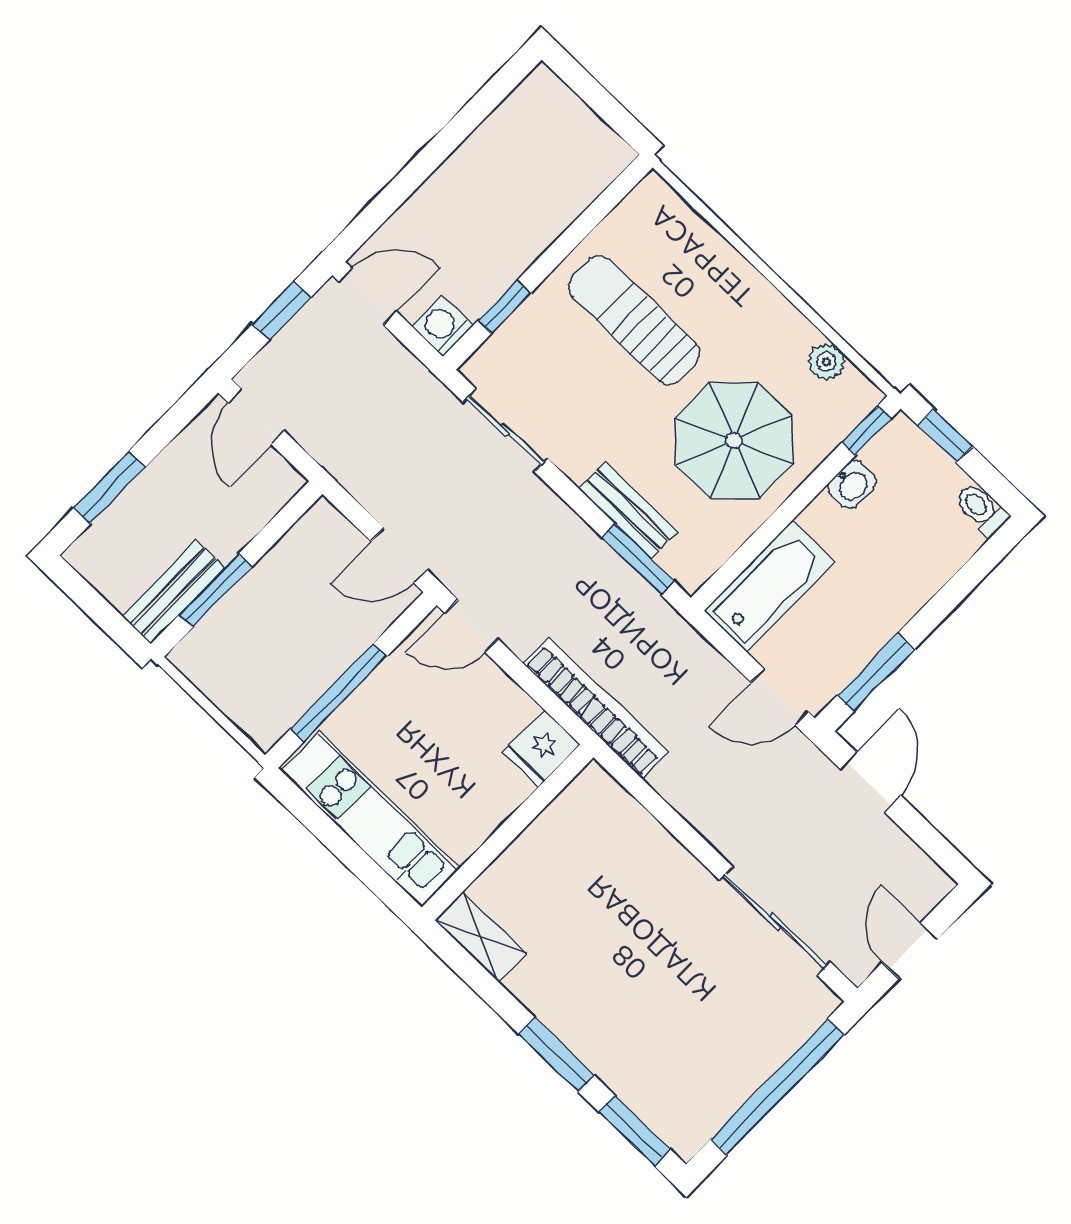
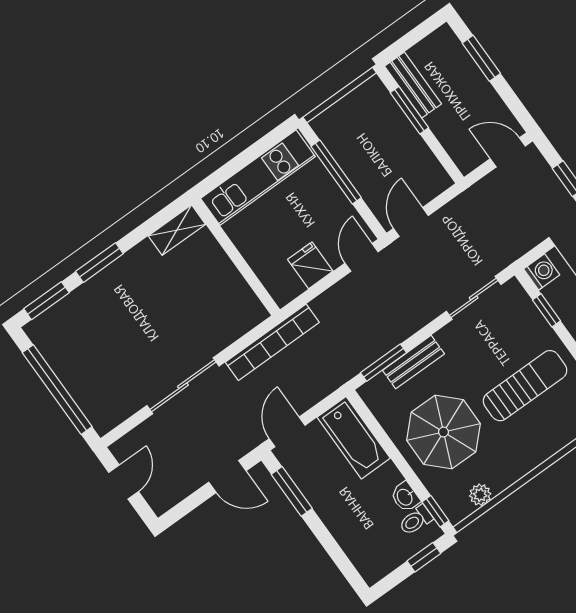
toilet: (982, 510) -> (416, 520), moved, turned 180
bookcase: (596, 708) -> (272, 342), moved
fridge: (541, 748) -> (310, 265), moved
sliding door: (775, 921) -> (183, 386), moved
door: (910, 951) -> (124, 482), hinge flipped

